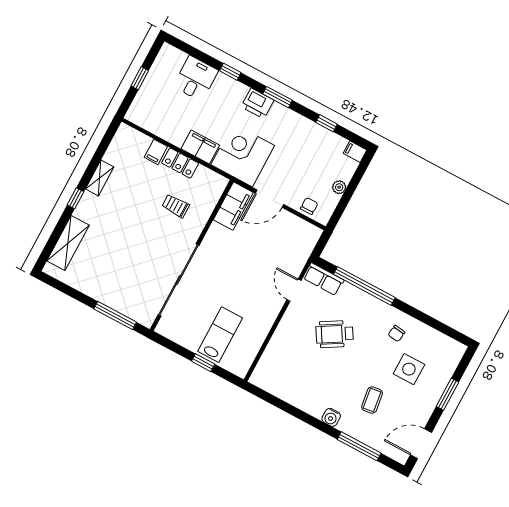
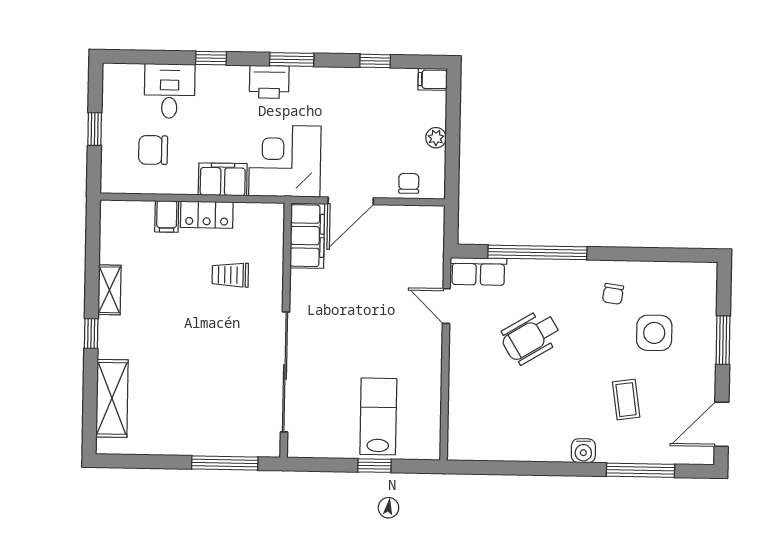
chair: (168, 108) -> (153, 150), added

